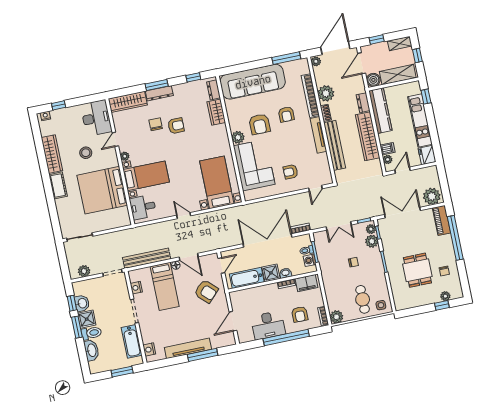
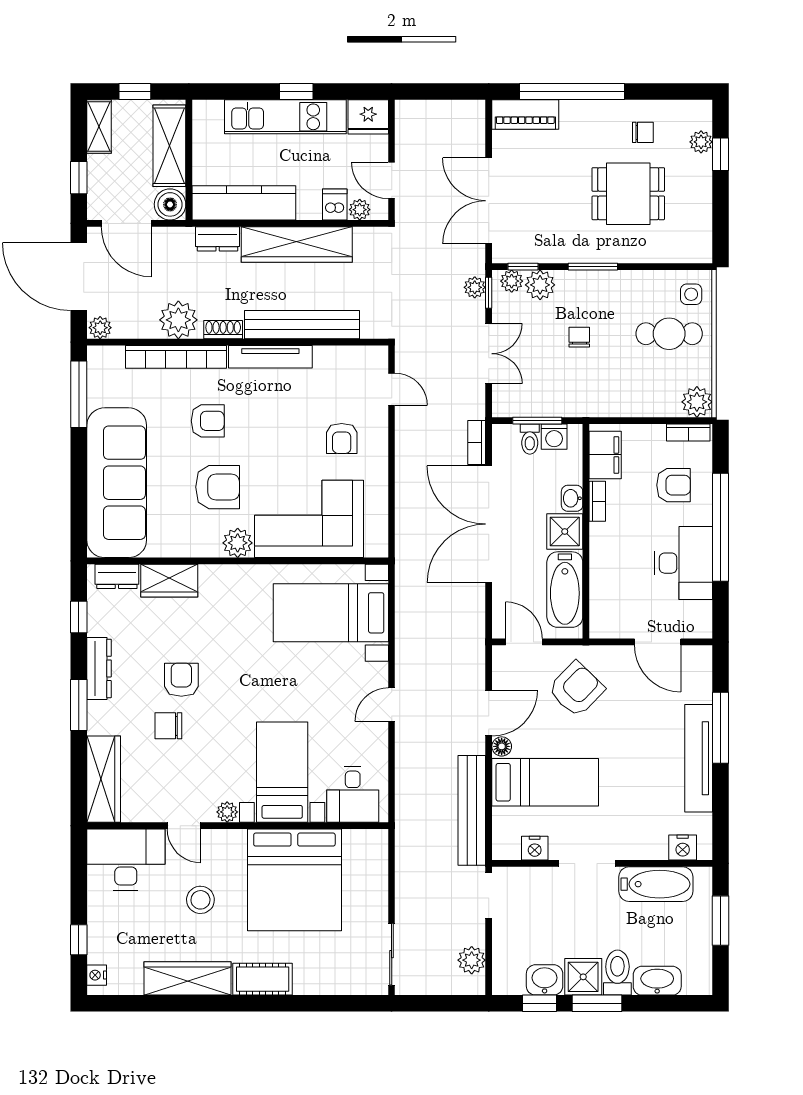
dresser: (159, 93) -> (99, 668), moved
window: (426, 97) -> (296, 92), moved
plant: (432, 196) -> (475, 287), moved, width x0.53, depth x0.53

